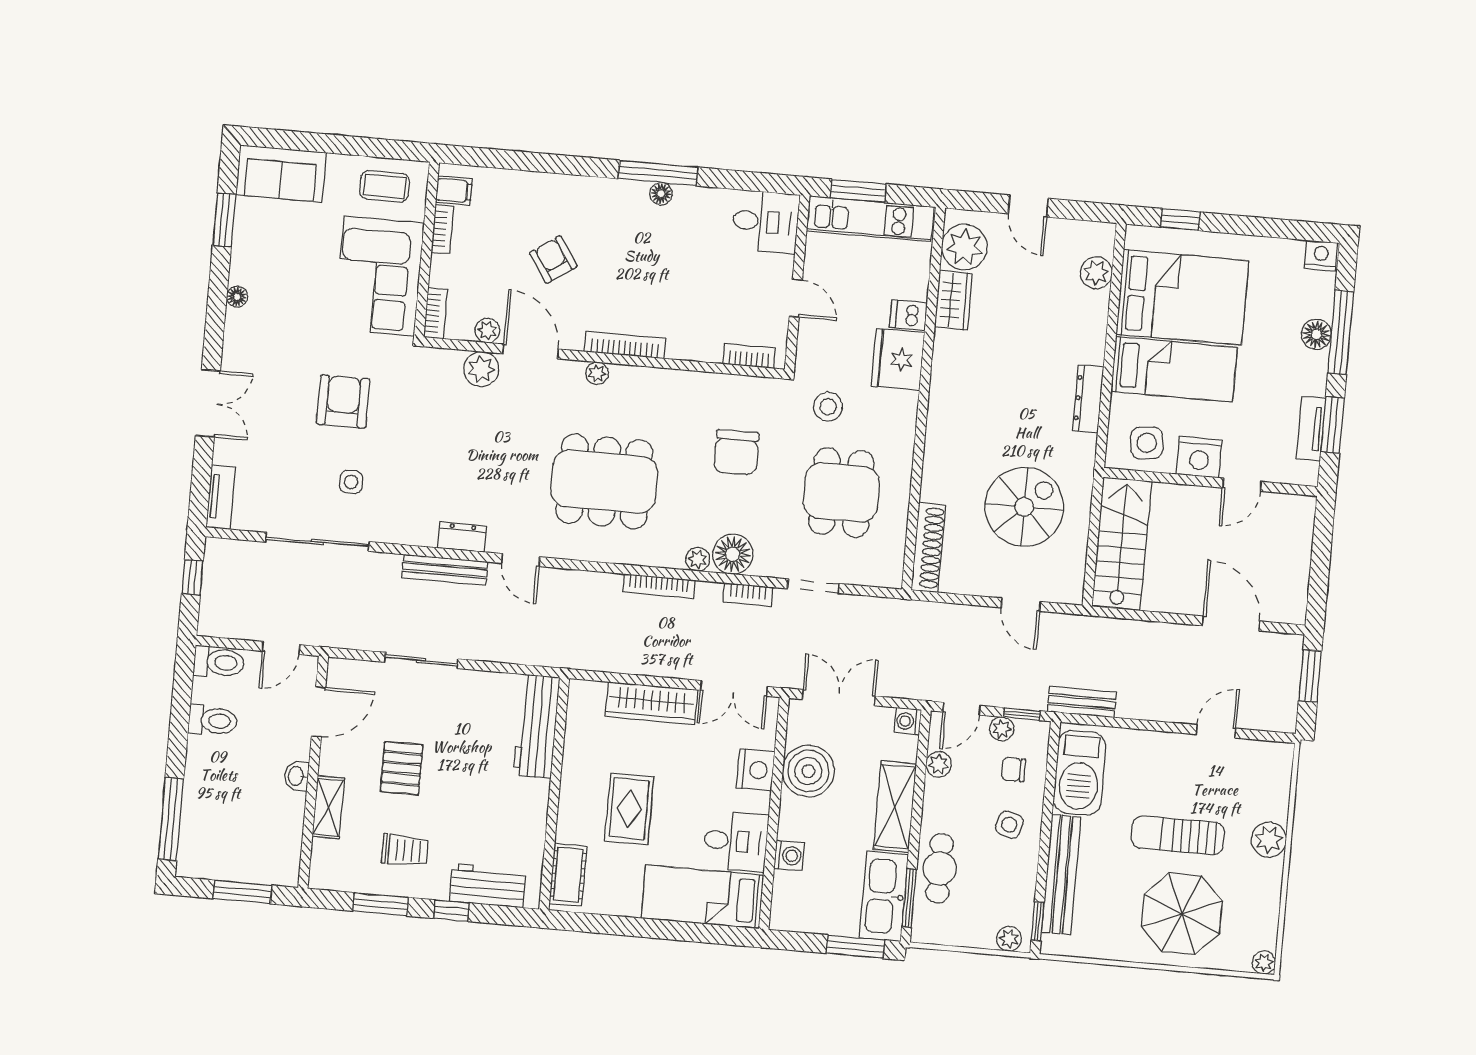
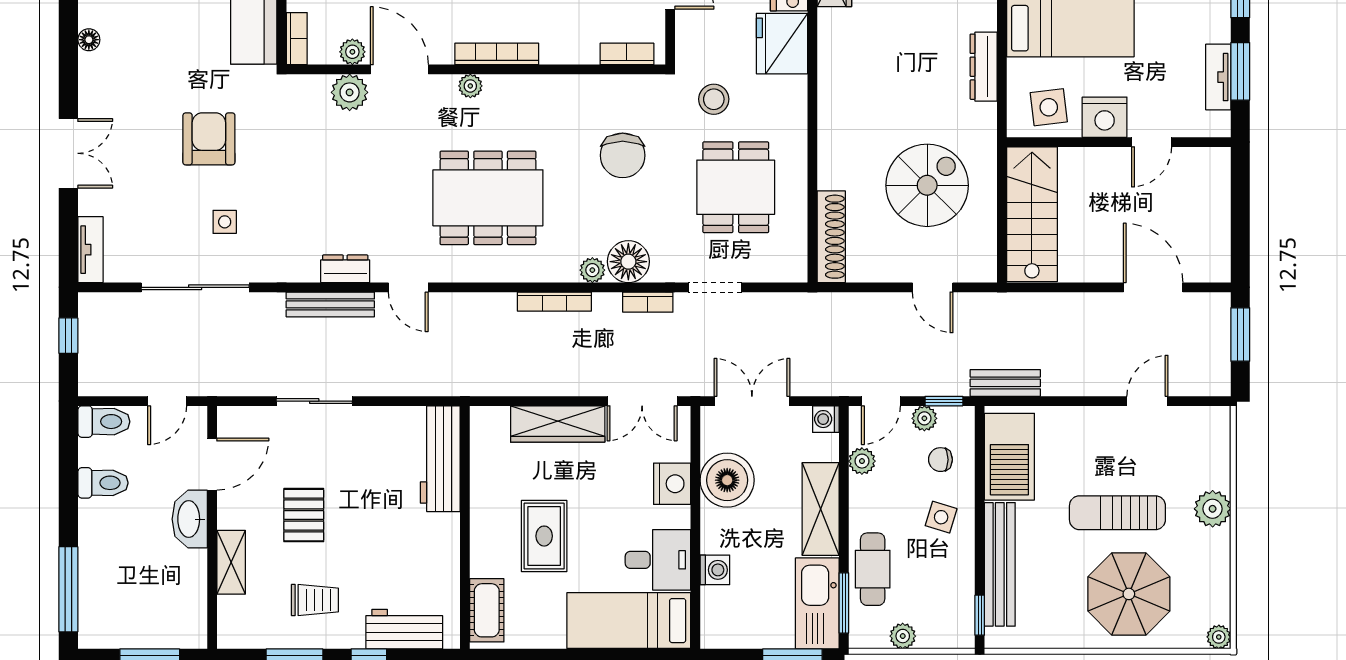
washbasin: (297, 776) -> (190, 519), width x1.91, depth x1.45
plant: (1009, 939) -> (903, 636), moved

